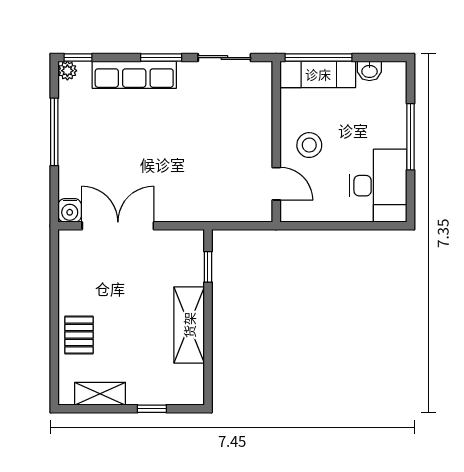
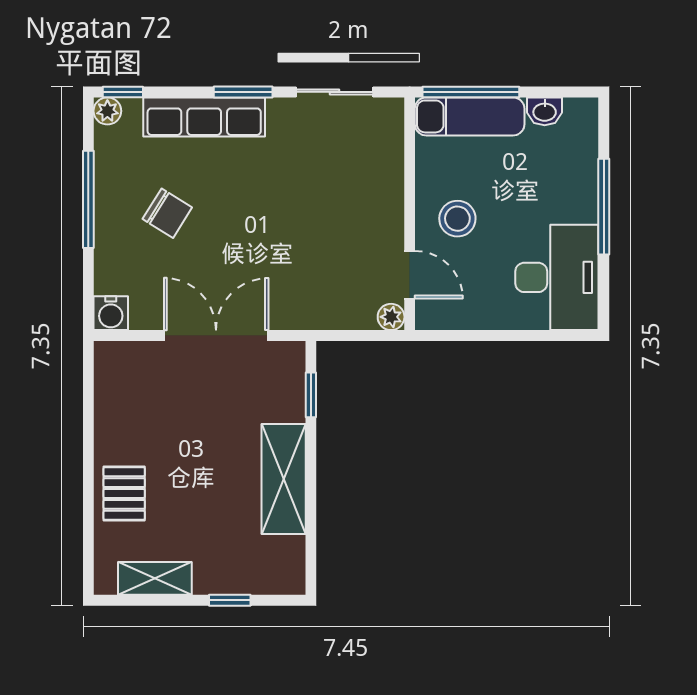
chair: (109, 141) -> (167, 213), added
plant: (263, 213) -> (391, 317), added
double door: (118, 226) -> (216, 336), moved

